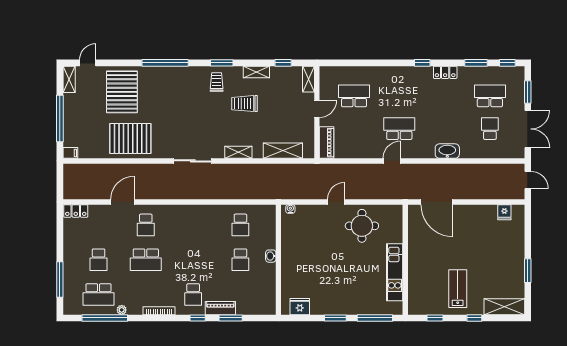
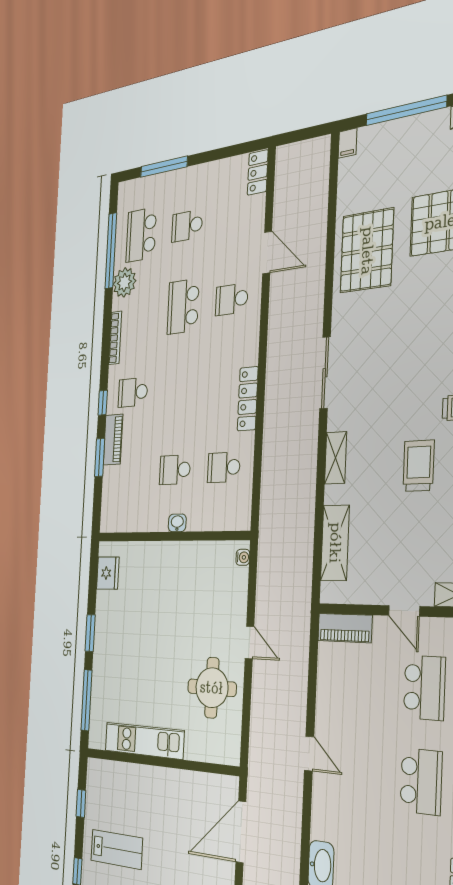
school desk: (399, 129) -> (421, 781), moved
locker: (203, 211) -> (248, 399), added
plant: (122, 310) -> (124, 282), width x1.88, depth x1.88

